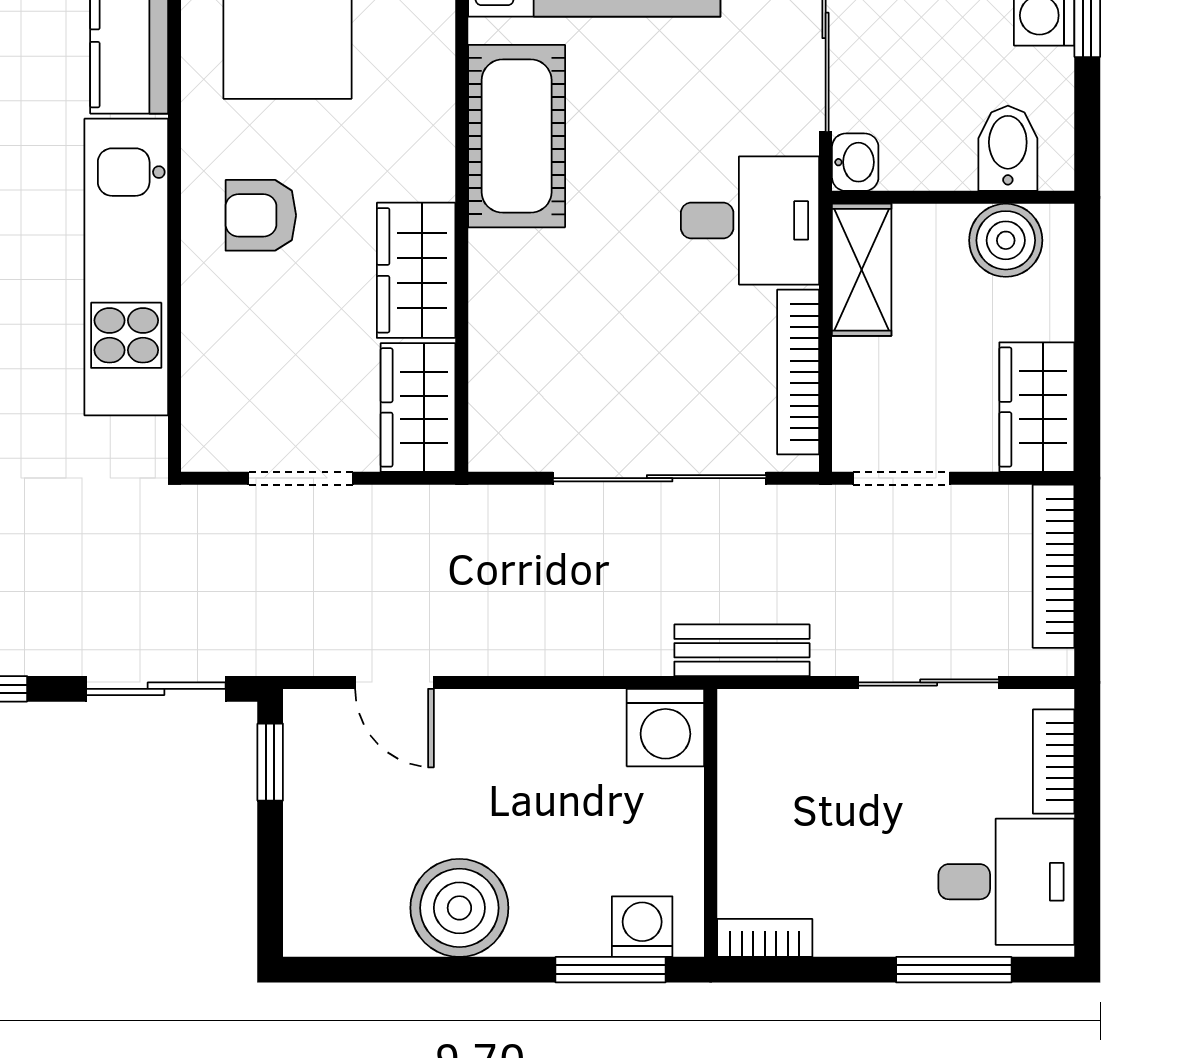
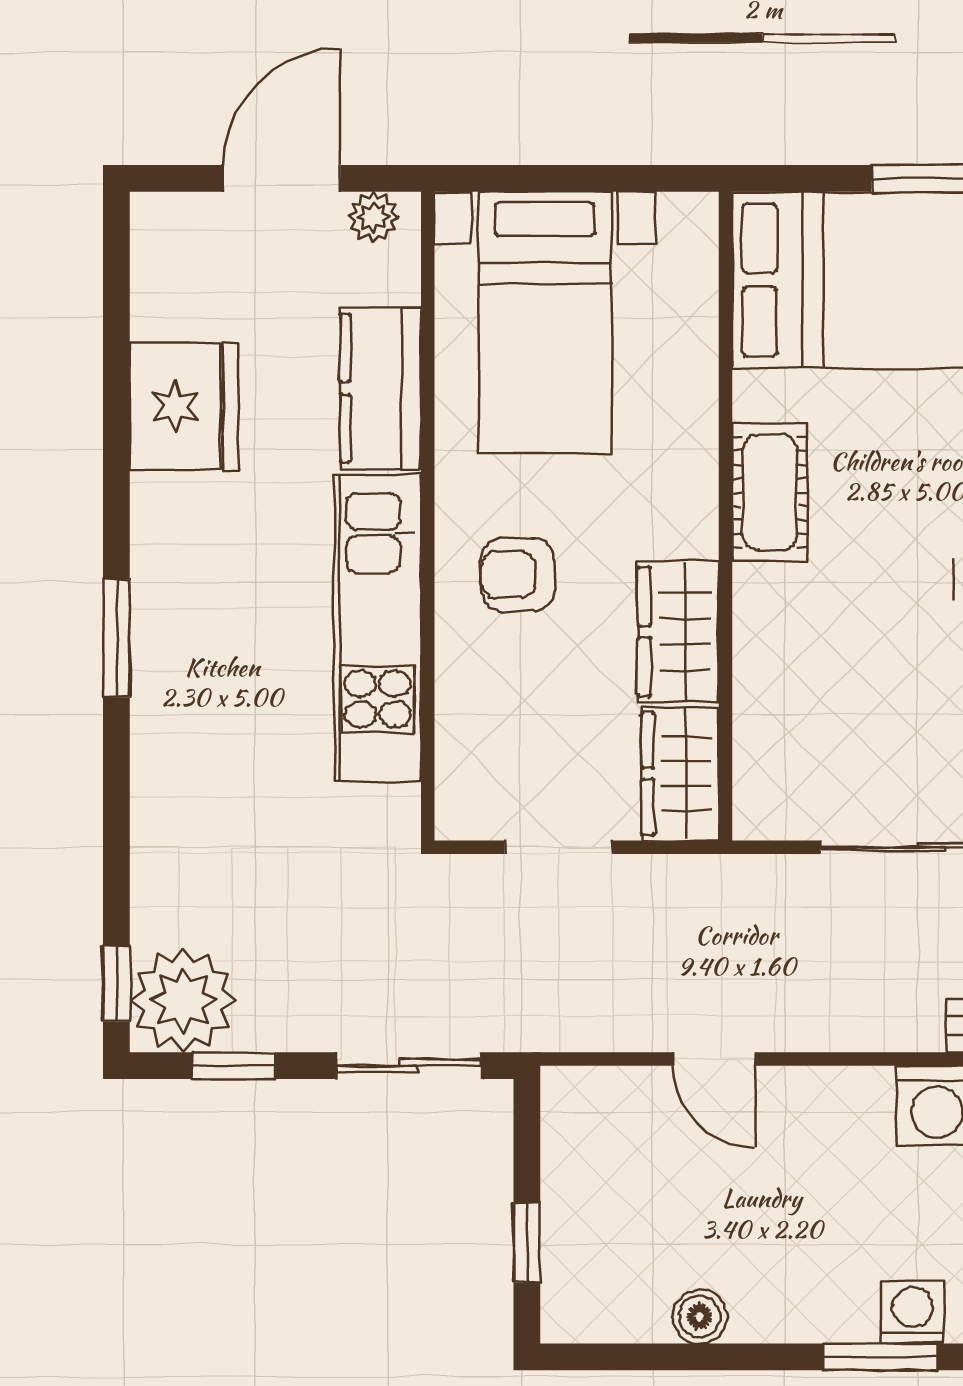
cot: (517, 136) -> (770, 492), width x0.73, depth x0.75
door: (394, 682) -> (714, 1059), moved
window: (270, 762) -> (527, 1242), moved
boiler: (459, 908) -> (700, 1316), width x0.54, depth x0.54

